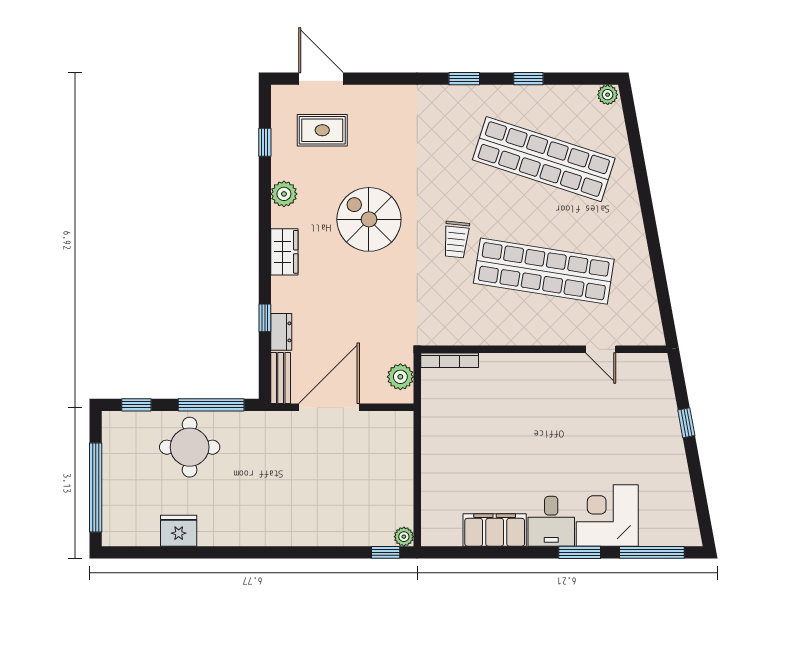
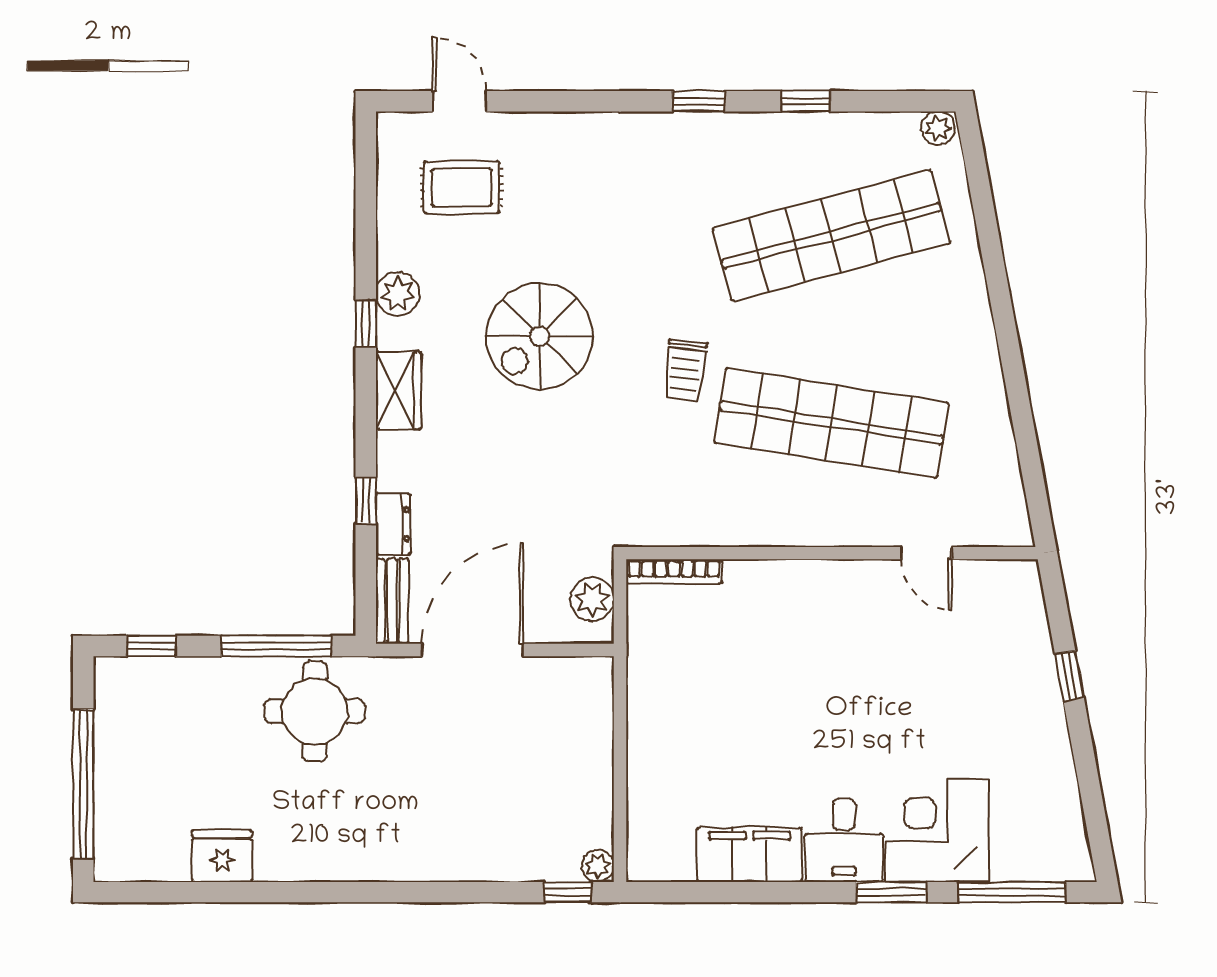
door: (321, 79) -> (459, 101), width x0.73
window: (265, 142) -> (366, 324), moved
shop shelf: (544, 159) -> (831, 236), turned -33
spiral stairs: (369, 219) -> (540, 336), turned -90
round table: (190, 447) -> (315, 711), moved

